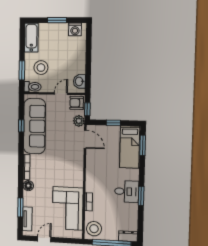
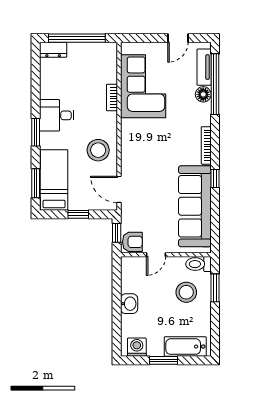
bathtub: (31, 38) -> (185, 347), moved, turned 90
washbasin: (79, 81) -> (129, 304), moved
plant: (79, 121) -> (129, 216), removed
window: (21, 126) -> (215, 178), moved
floor lamp: (28, 186) -> (203, 94), moved
window: (141, 196) -> (36, 132), moved
window: (20, 207) -> (215, 84), width x2.11
stool: (94, 229) -> (98, 150), moved

